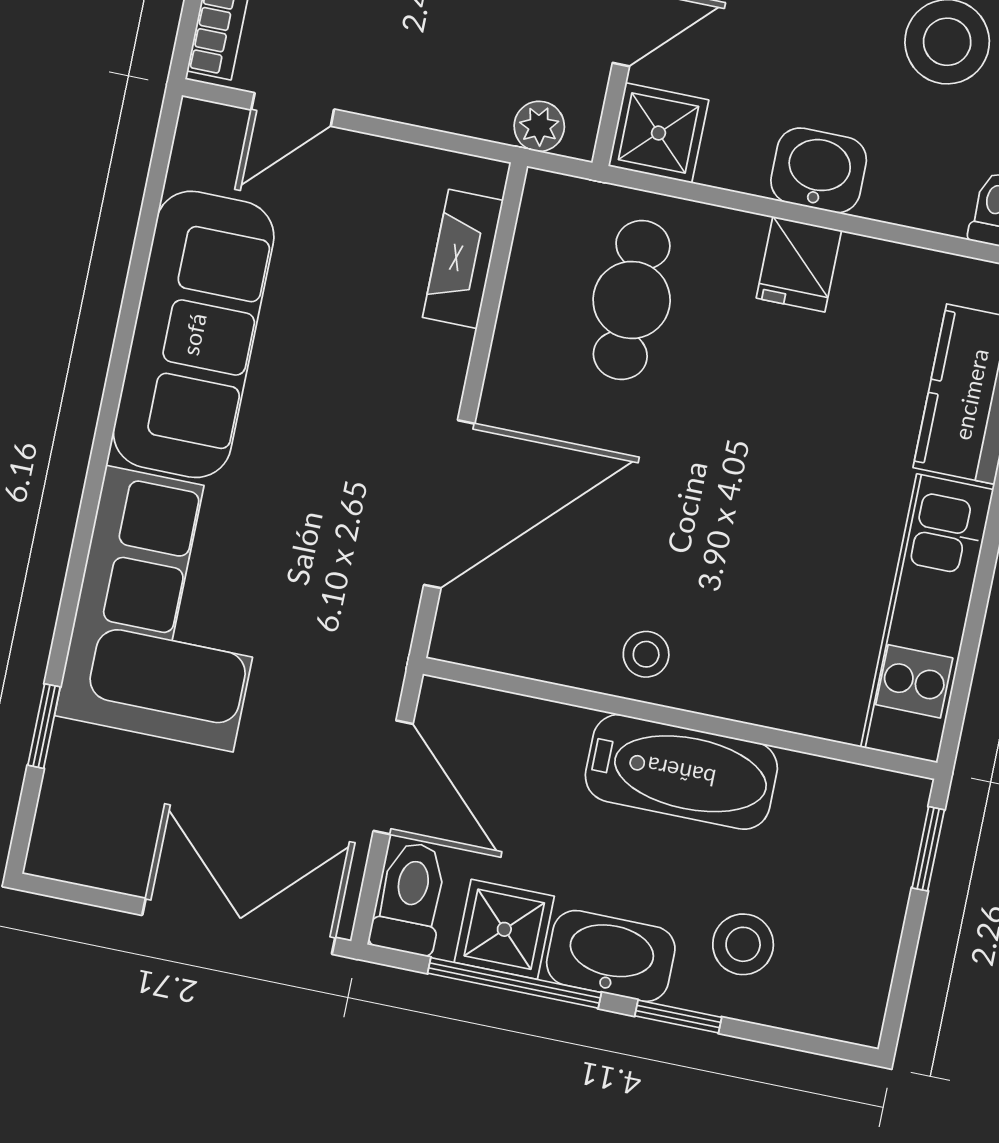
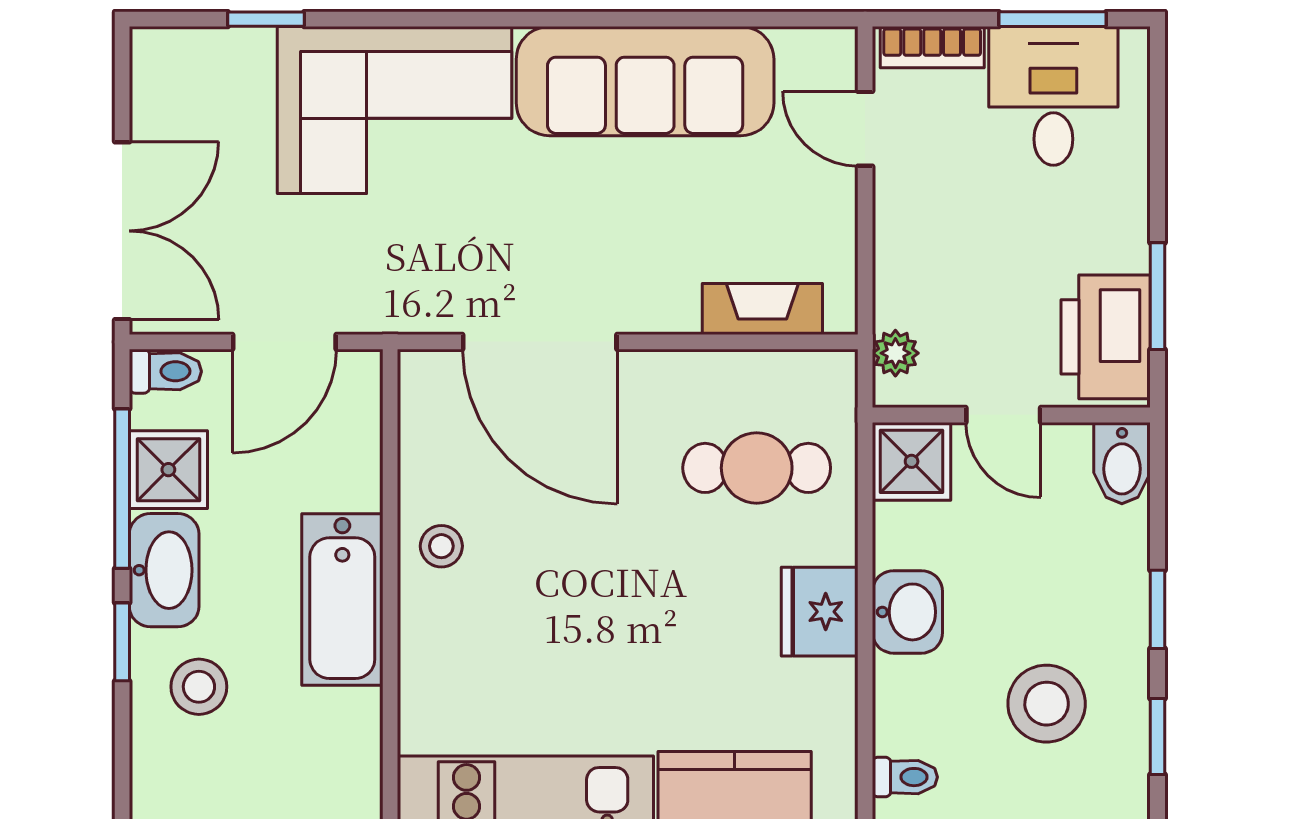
fridge: (799, 264) -> (820, 612), width x1.38
toilet: (410, 898) -> (165, 371), width x0.73, depth x0.72

